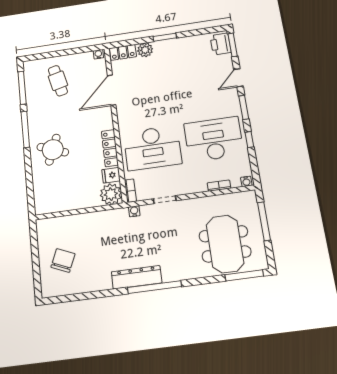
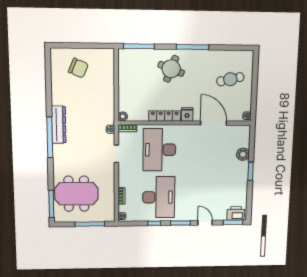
locker: (123, 52) -> (244, 136), removed
window: (22, 88) -> (139, 46), moved
fridge: (111, 175) -> (187, 115), moved
plant: (111, 194) -> (123, 116), width x0.53, depth x0.53

